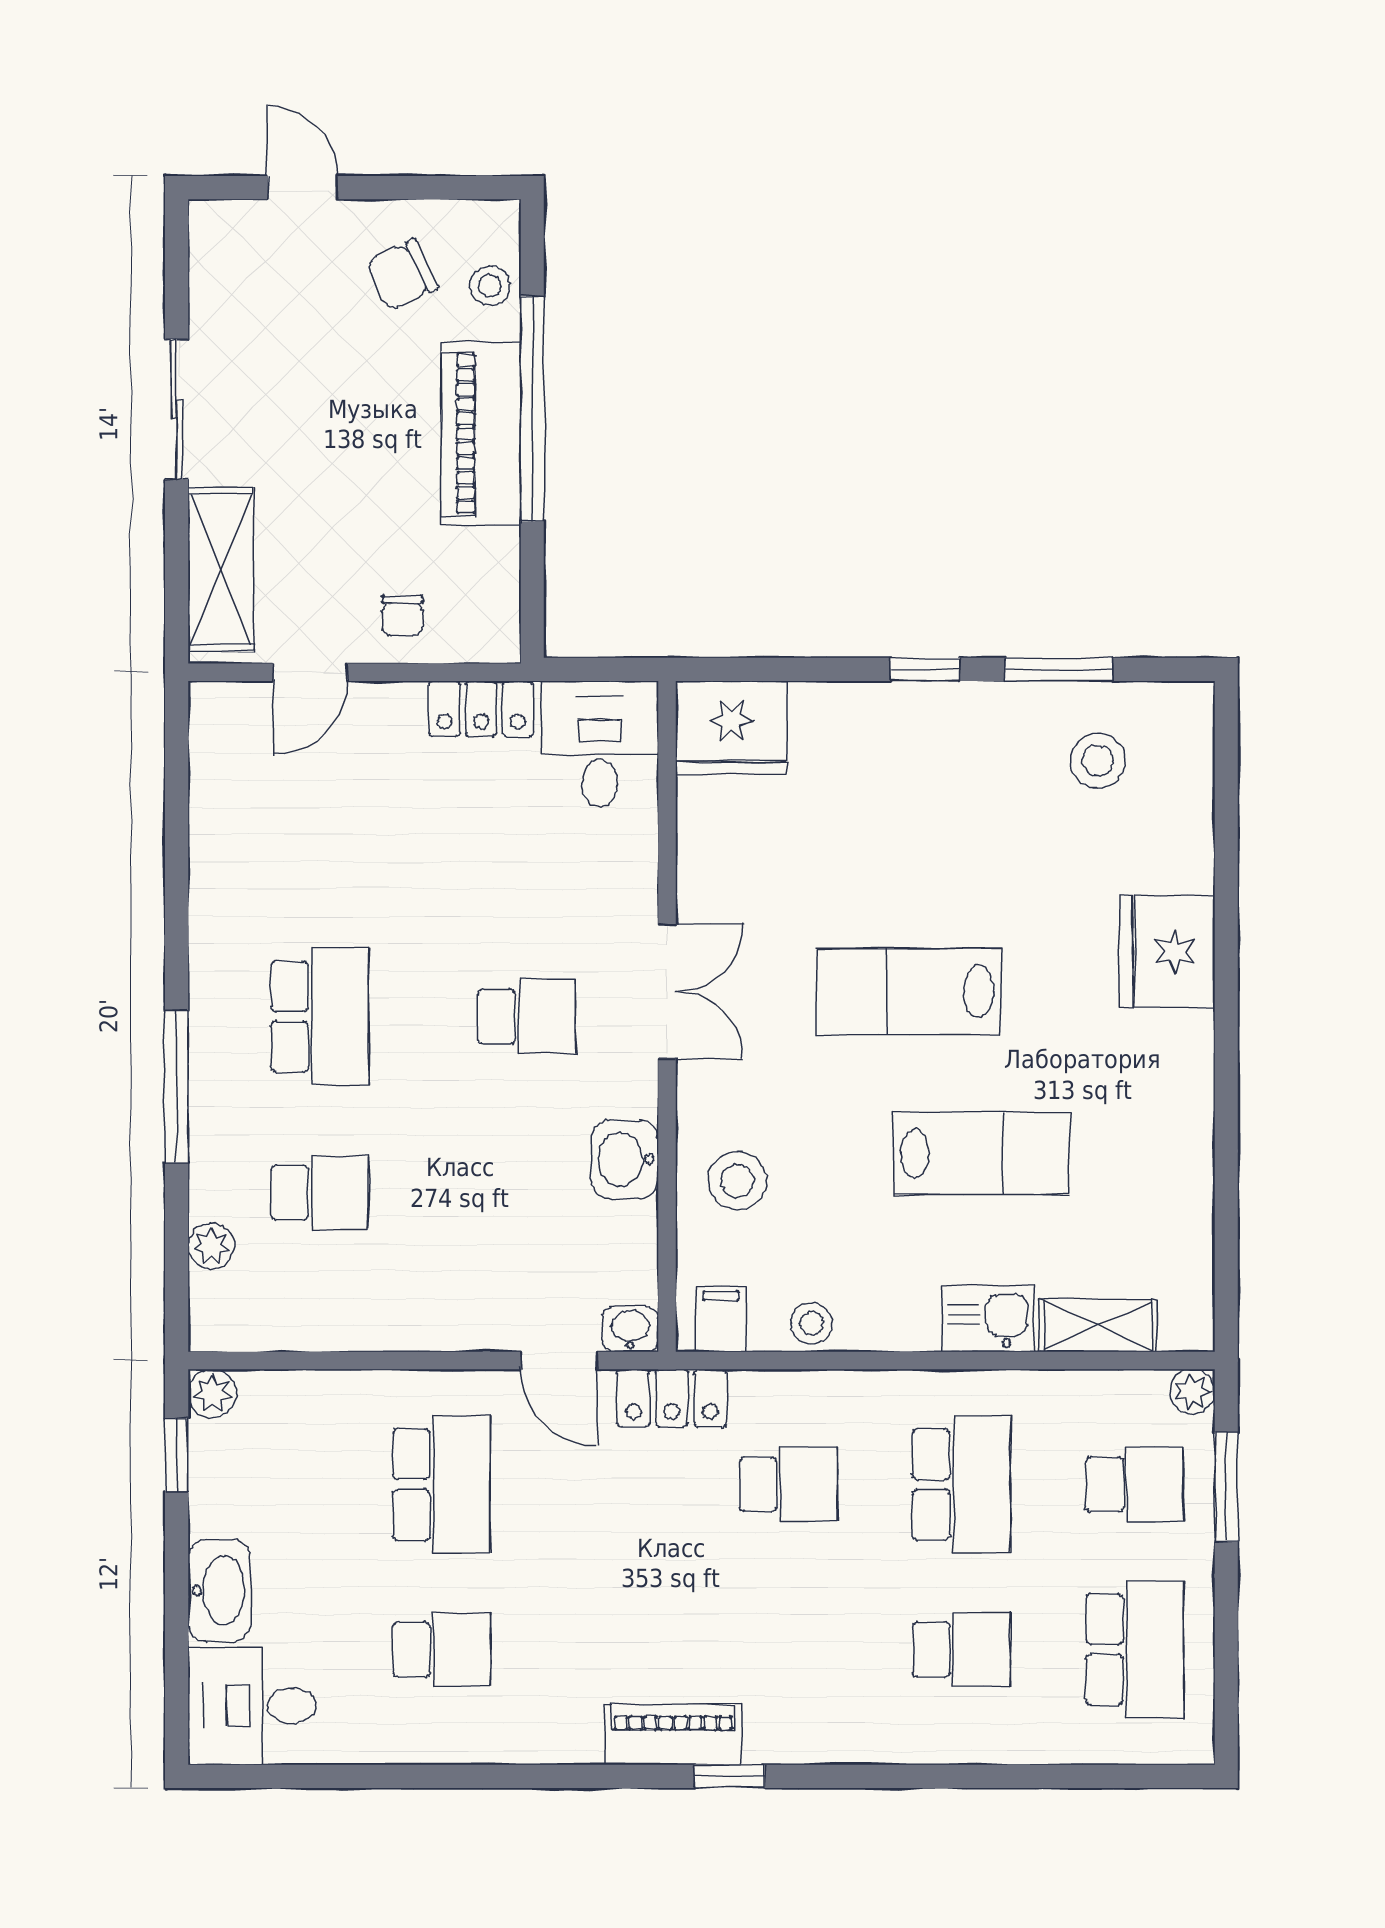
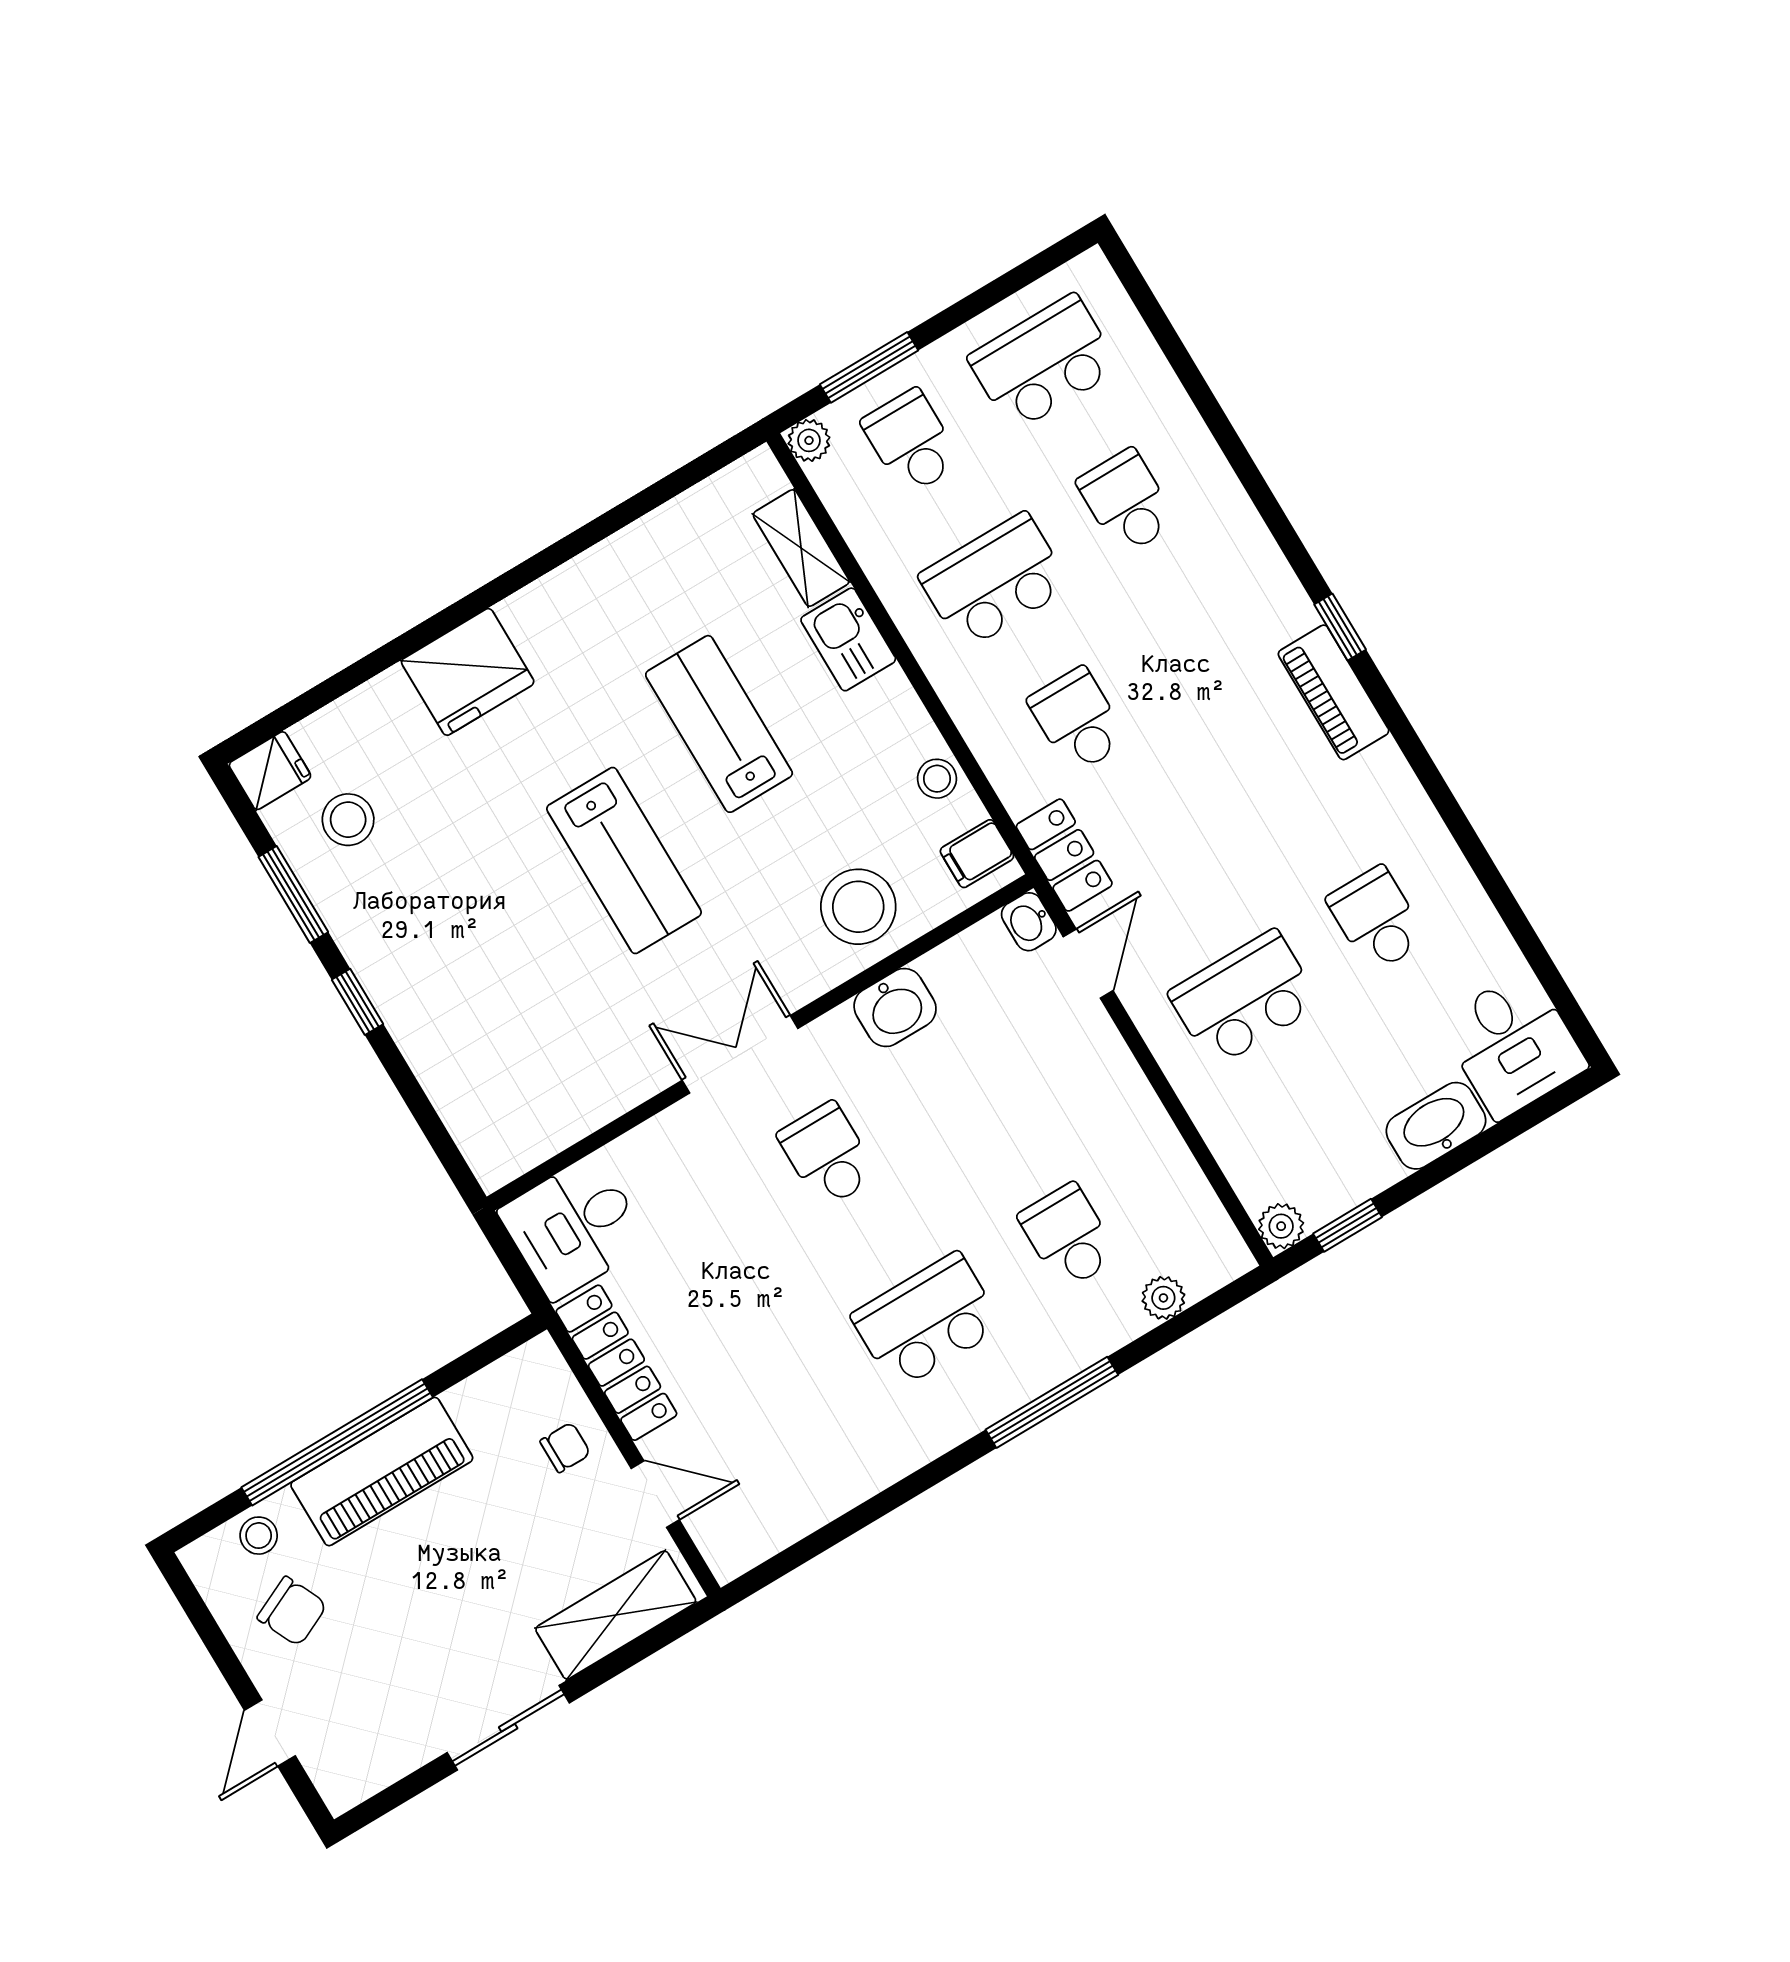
locker: (481, 709) -> (616, 1363), width x1.53
fridge: (731, 728) -> (270, 771), moved, width x0.53, depth x0.75
stool: (737, 1181) -> (858, 907), width x1.38, depth x1.38

